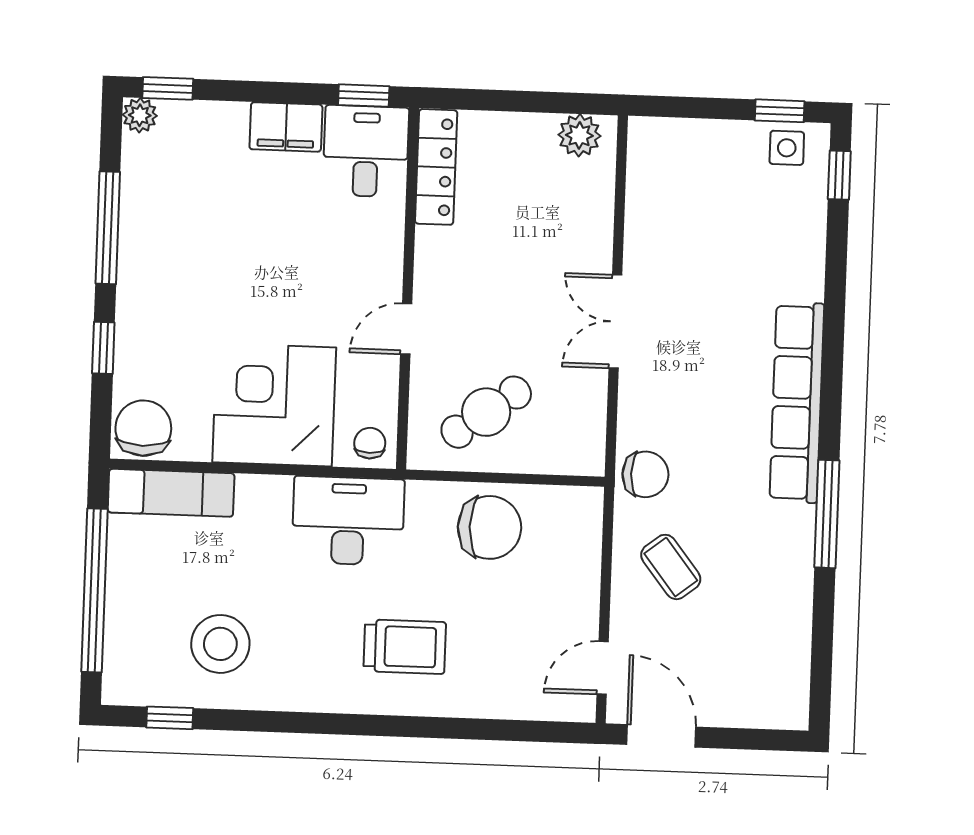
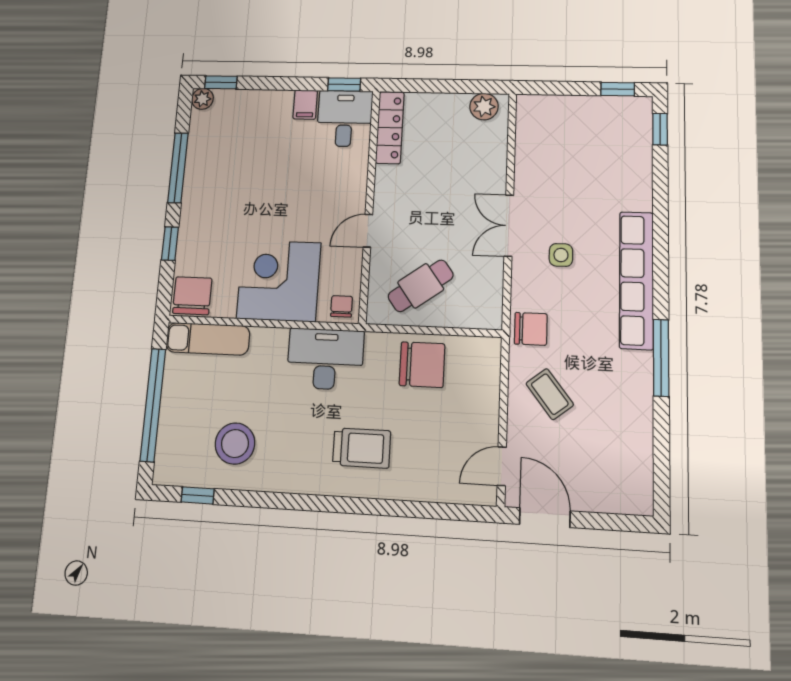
filing cabinet: (286, 127) -> (305, 105), width x0.50
side table: (787, 148) -> (561, 255), moved

